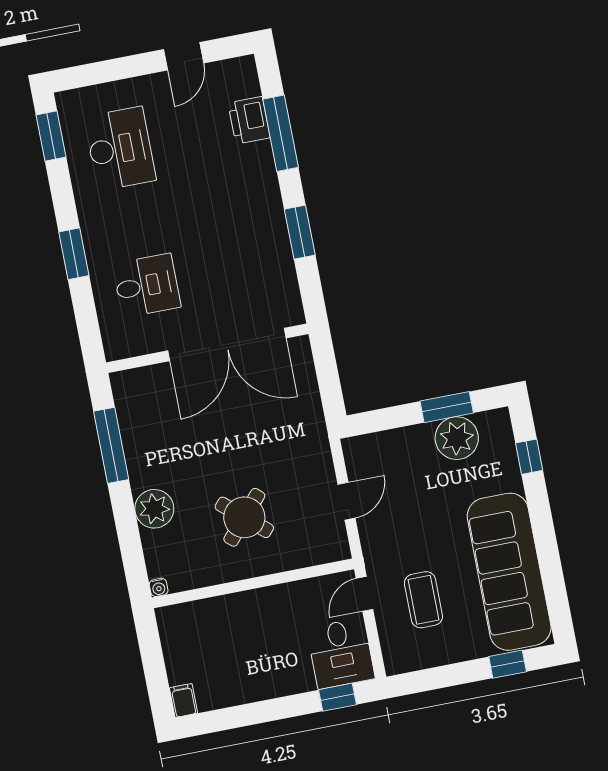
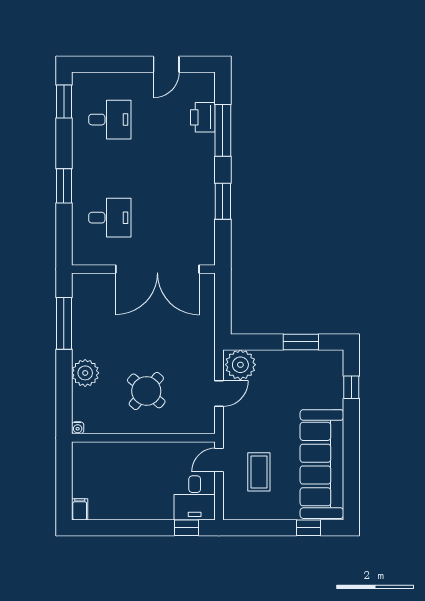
desk: (120, 149) -> (110, 120), width x0.73
plant: (457, 438) -> (240, 365), moved

